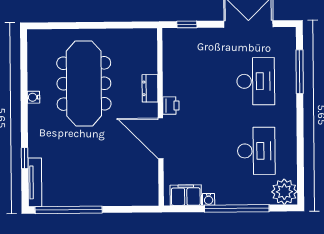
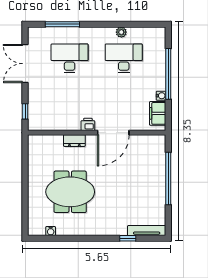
meeting table: (84, 83) -> (70, 192), width x0.73
water cooler: (34, 97) -> (51, 231), moved
plant: (284, 192) -> (121, 32), moved, width x0.53, depth x0.53
window: (69, 210) -> (168, 179), moved

